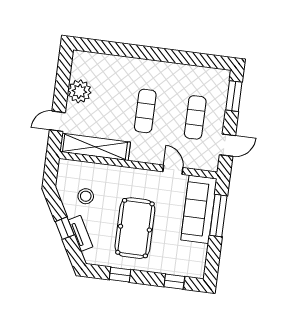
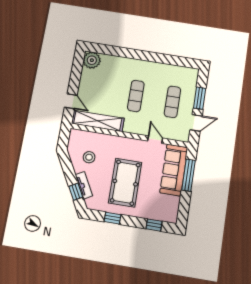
plant: (79, 91) -> (92, 60), moved
window: (234, 96) -> (200, 98), moved
door: (57, 121) -> (71, 101), swing flipped
window: (65, 228) -> (76, 192), moved

